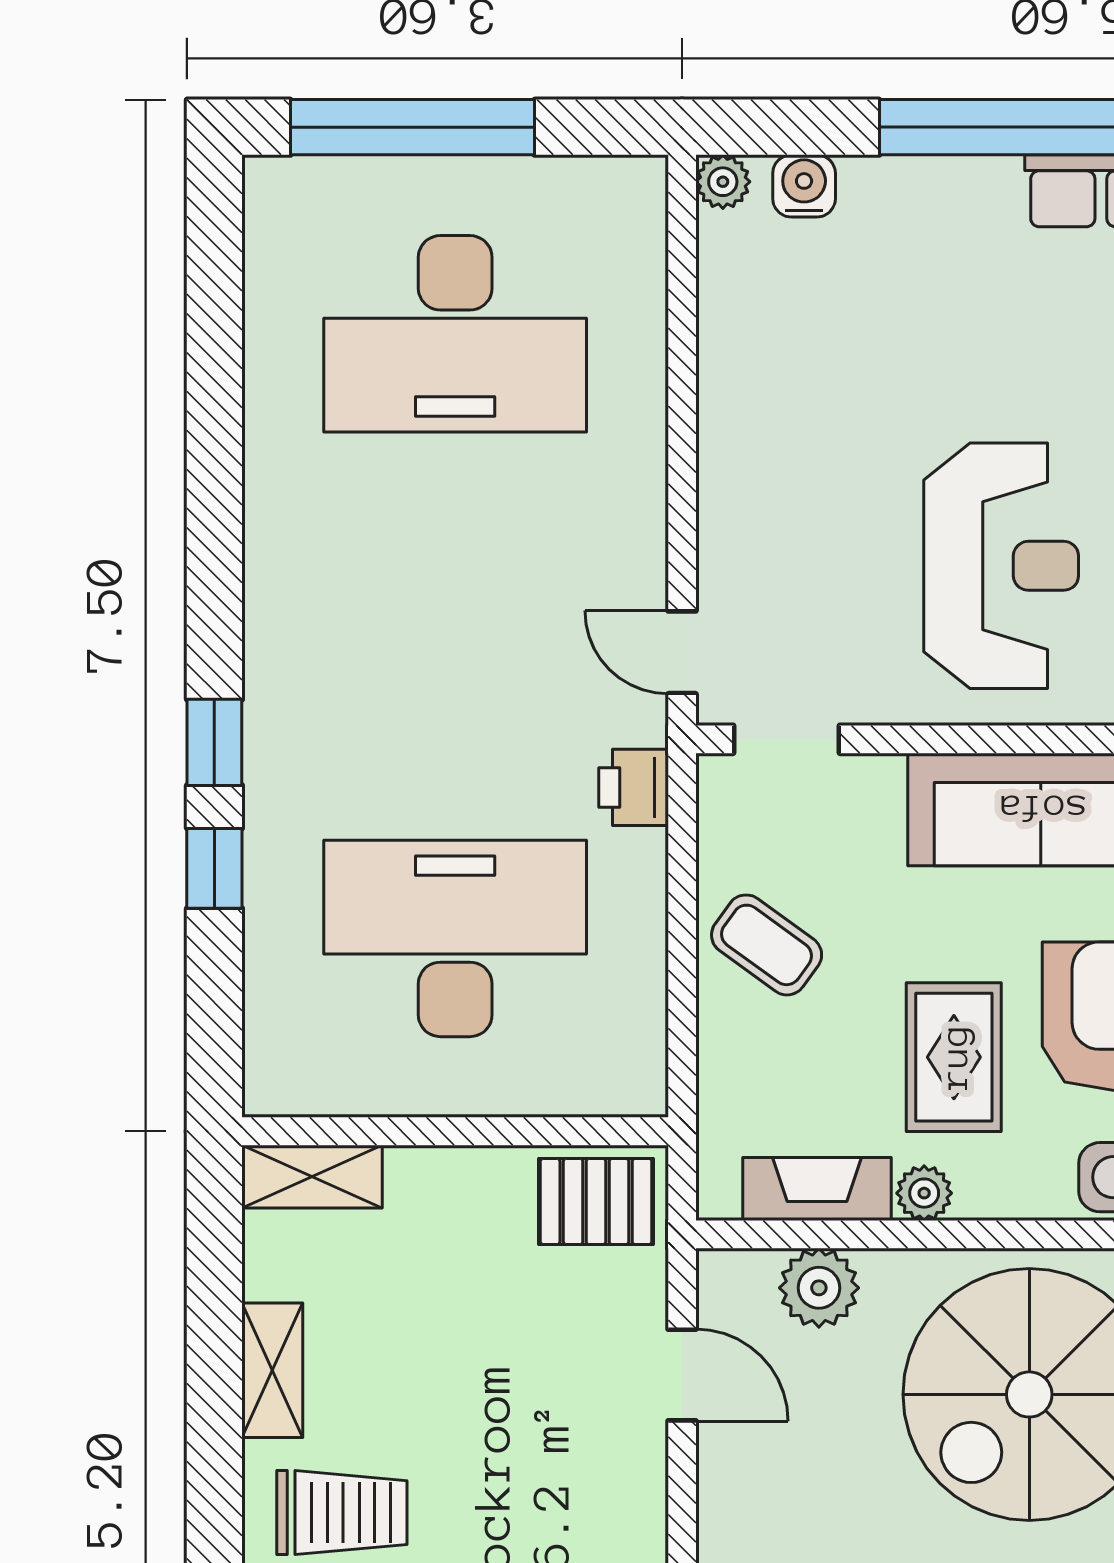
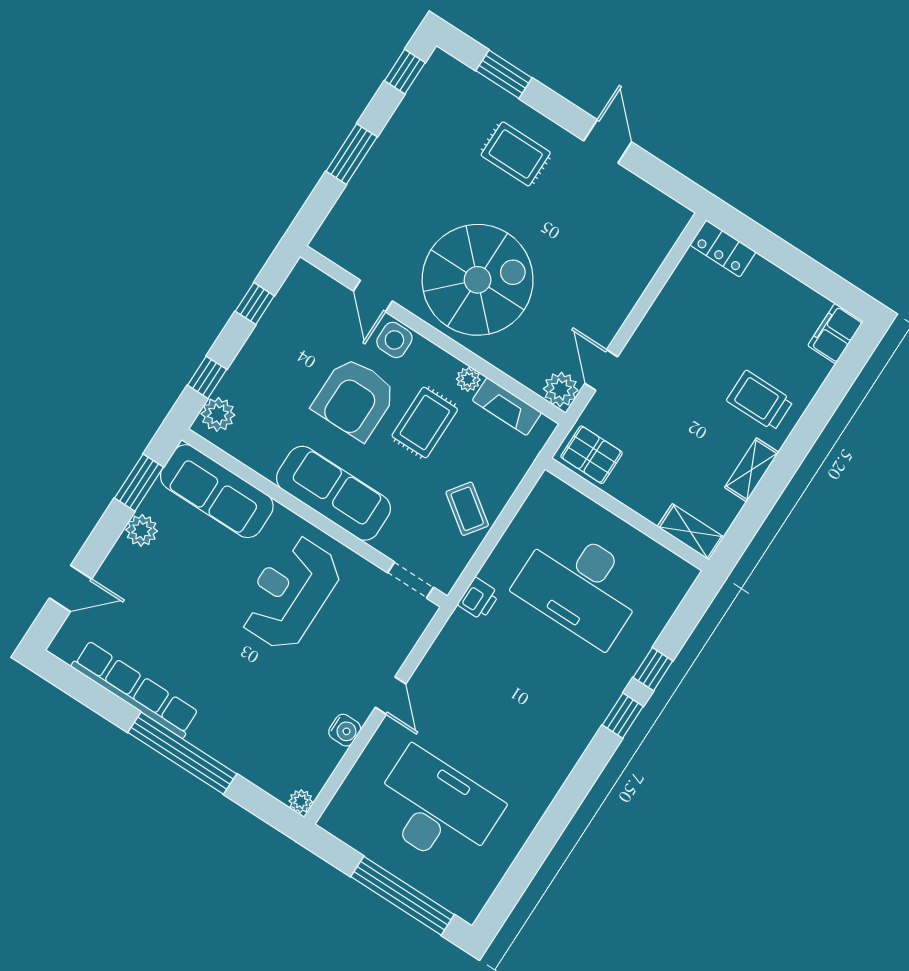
water cooler: (804, 186) -> (345, 730), moved, turned -90
door: (682, 652) -> (391, 696), moved
plant: (819, 1288) -> (561, 389), moved

